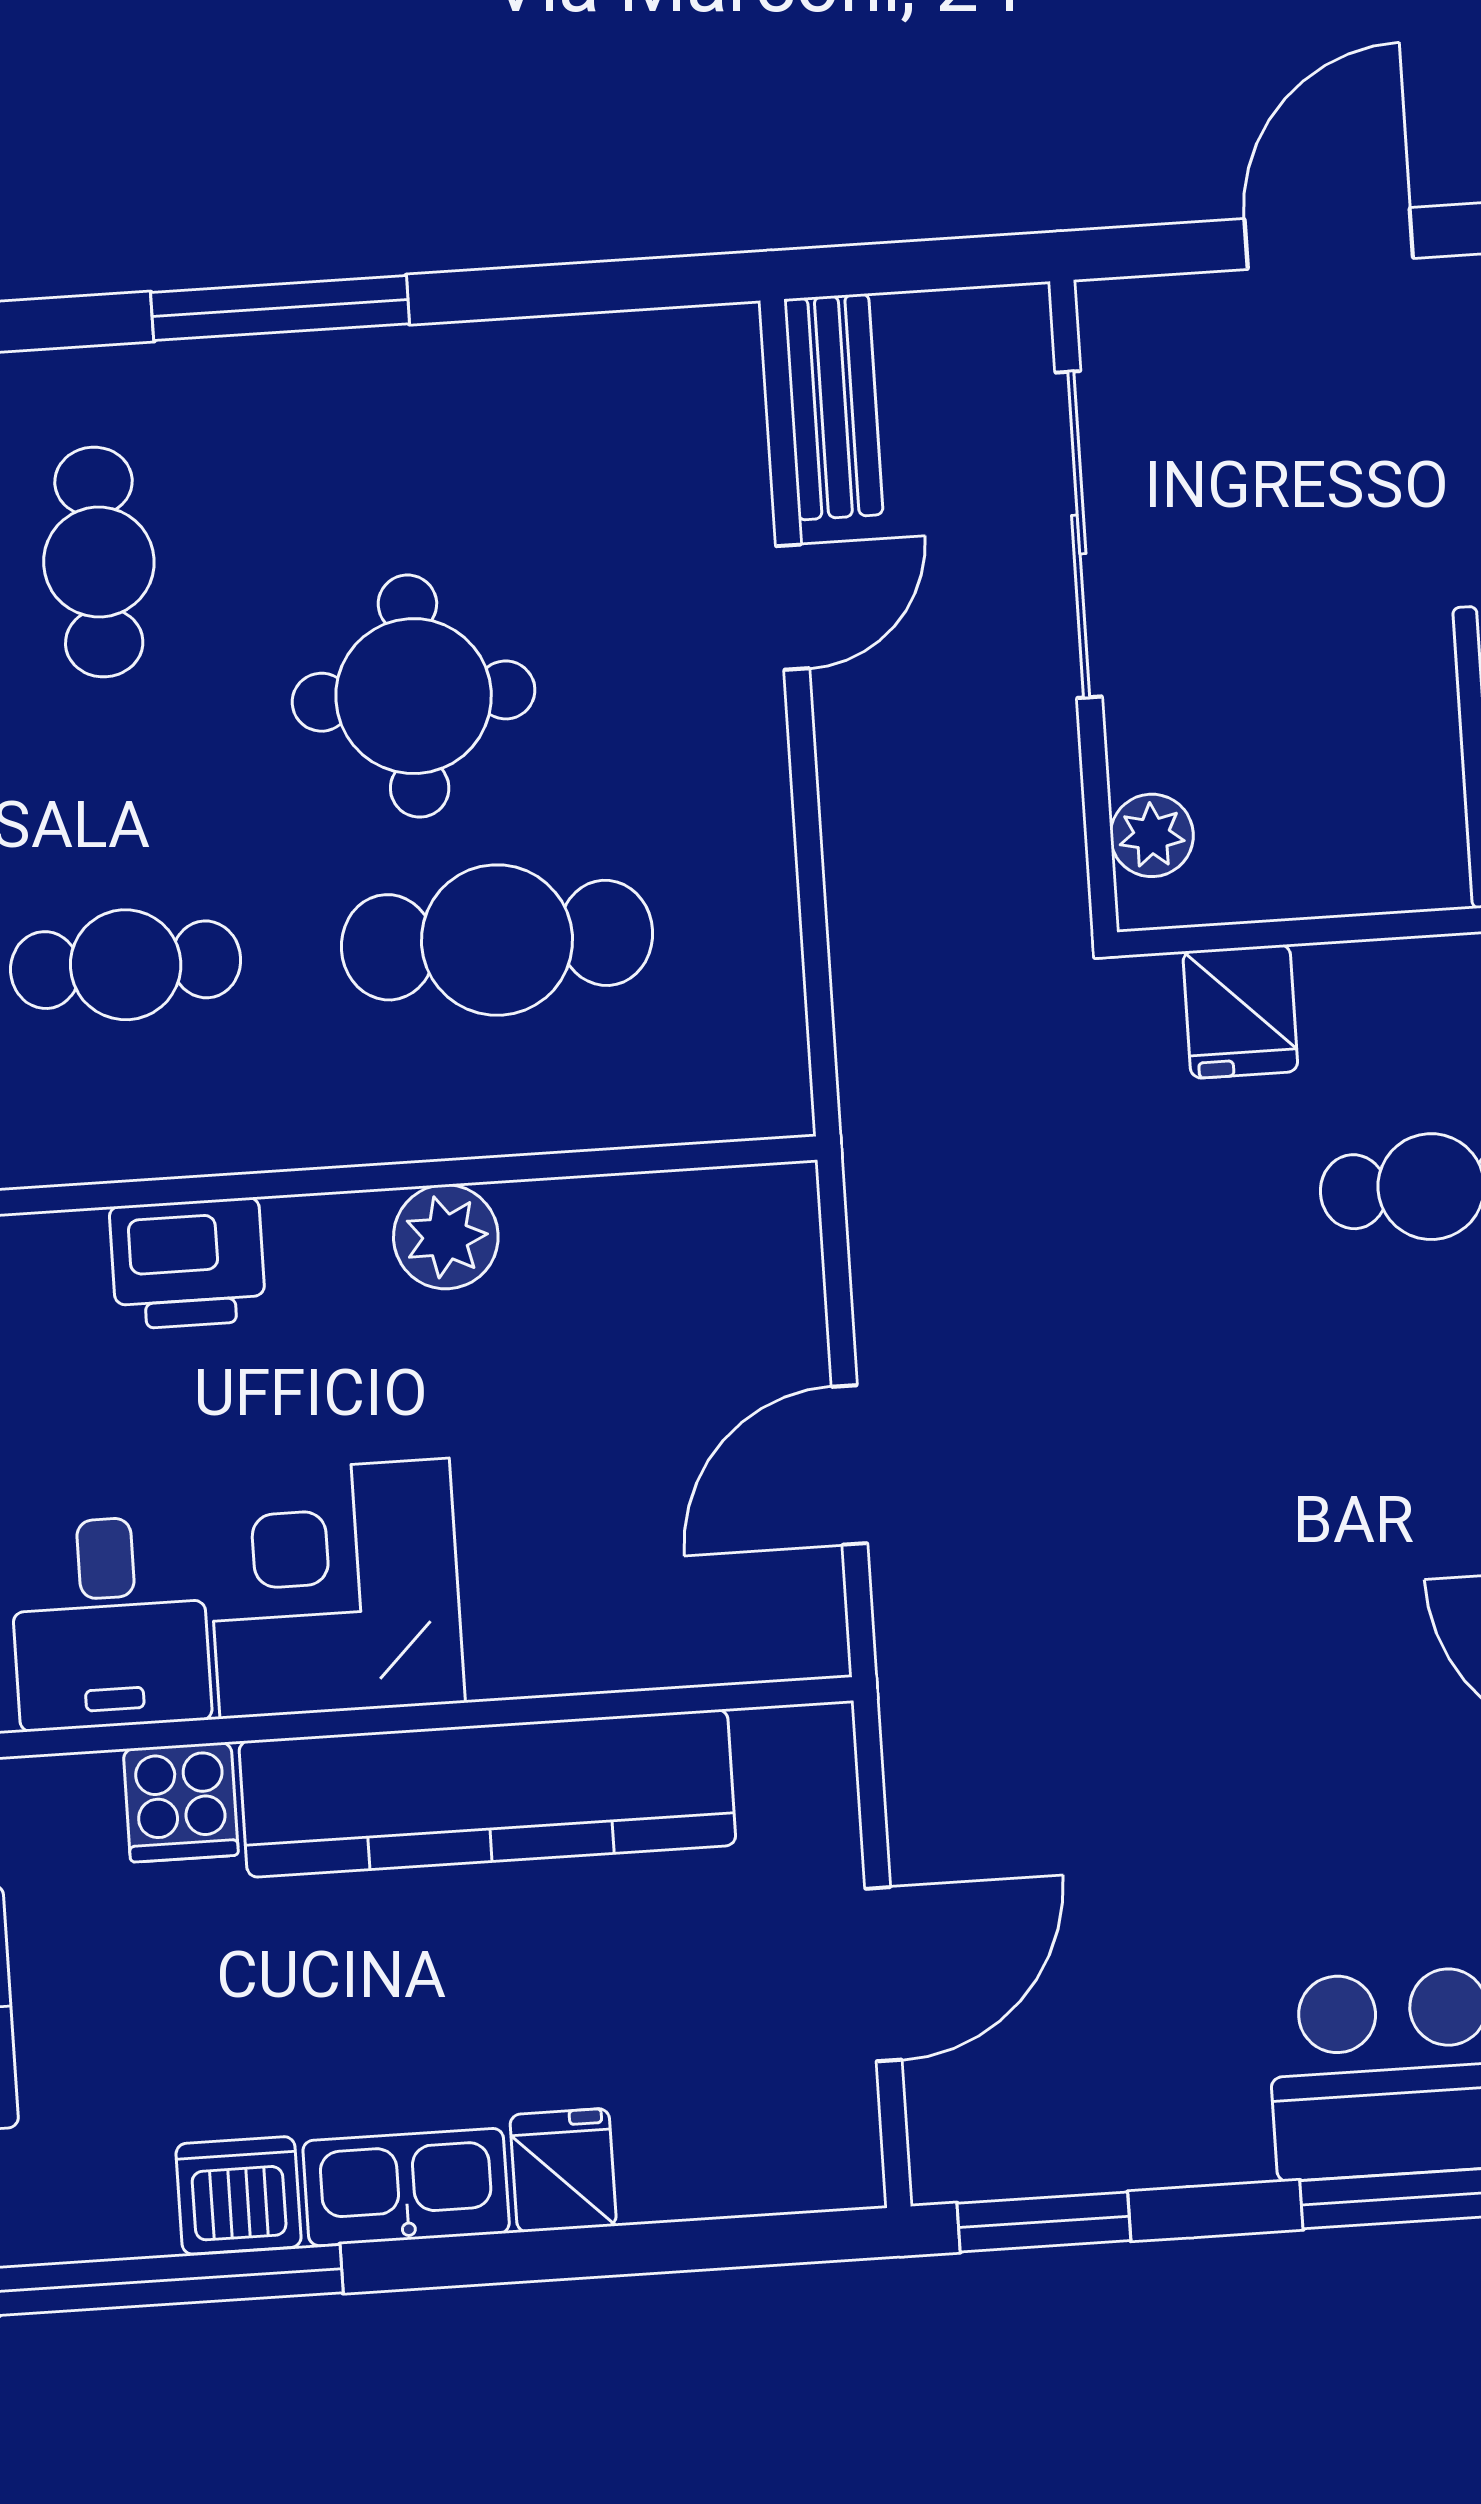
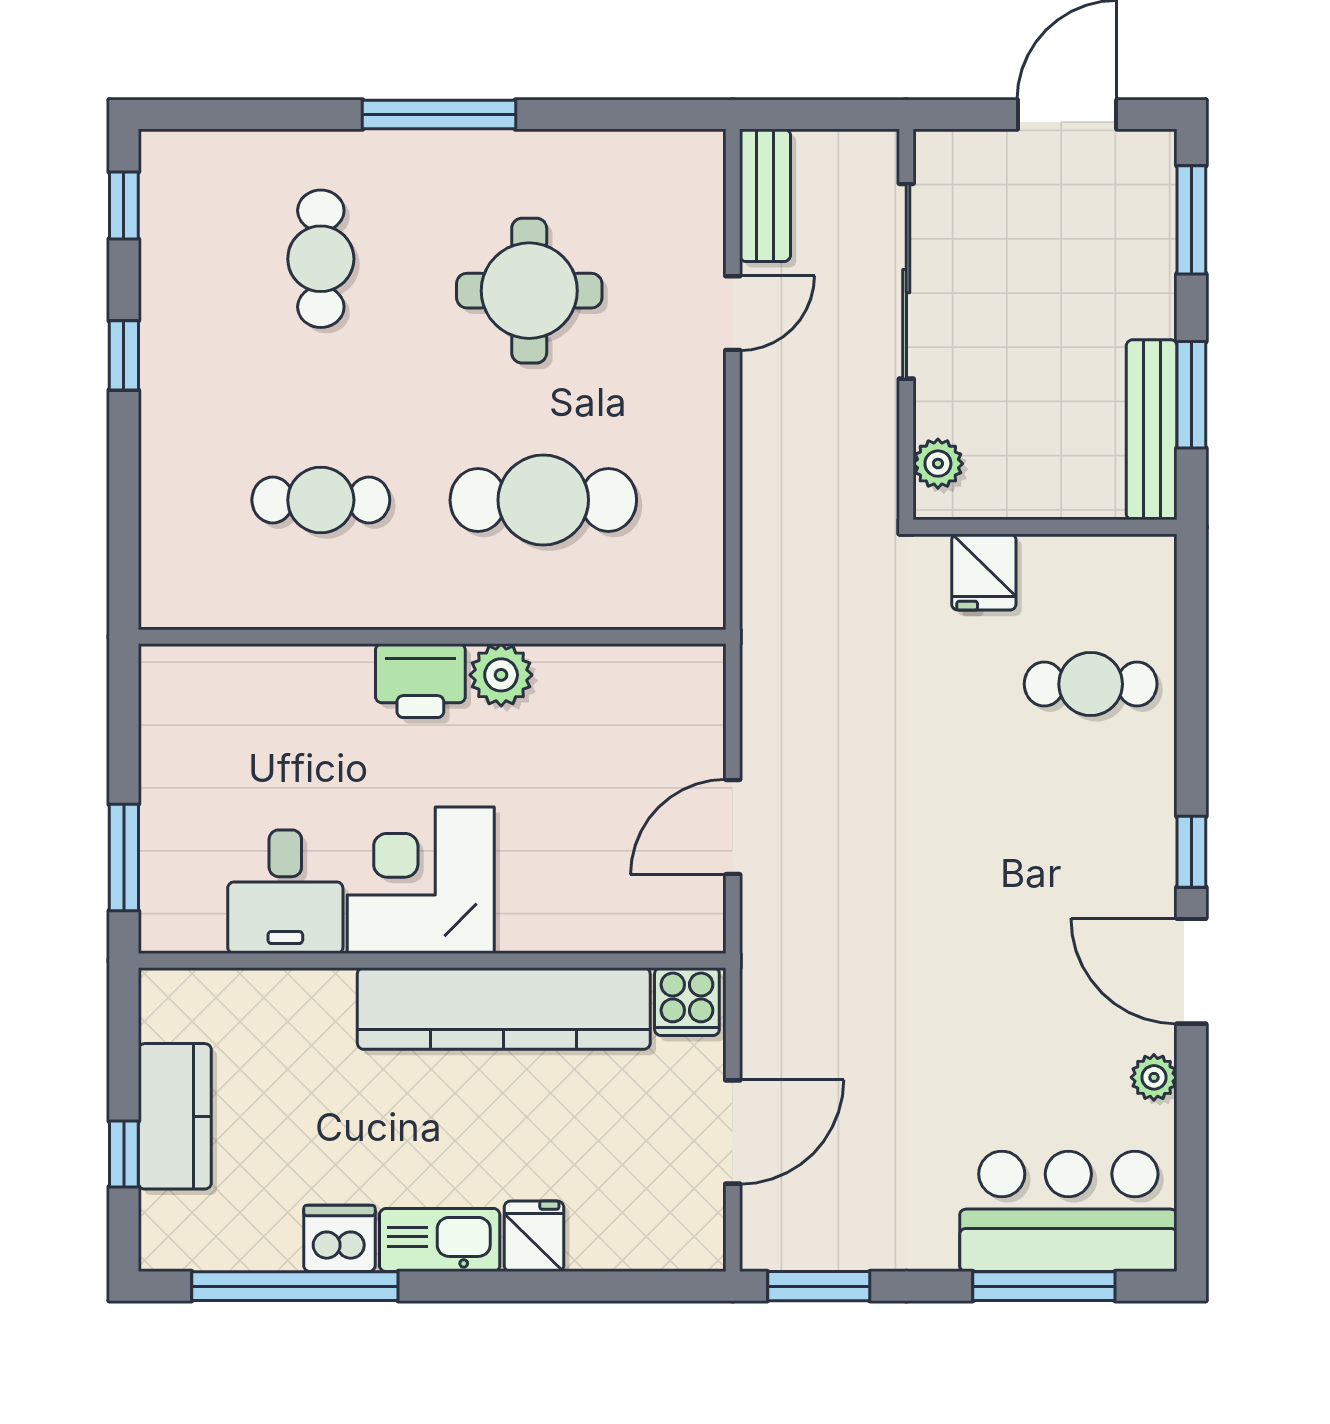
round table: (414, 696) -> (529, 291), moved
printer: (188, 1264) -> (420, 681), moved
cooker: (181, 1802) -> (687, 1002), moved

